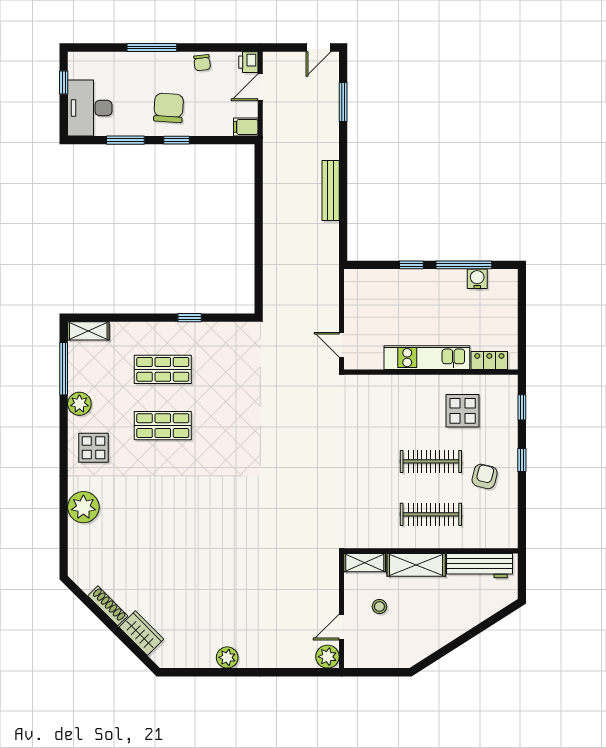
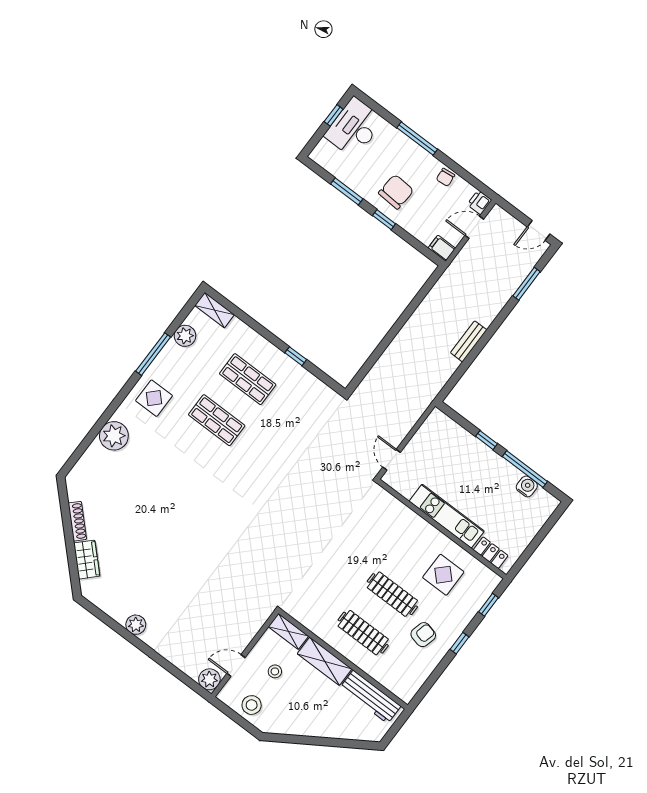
desk: (90, 108) -> (354, 128), moved
bench: (331, 190) -> (469, 341), width x0.73
window: (64, 369) -> (153, 354), moved
plant: (79, 404) -> (185, 336), moved
stool: (381, 651) -> (252, 705), added

